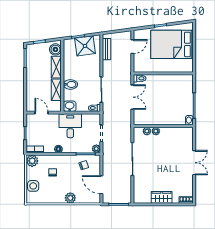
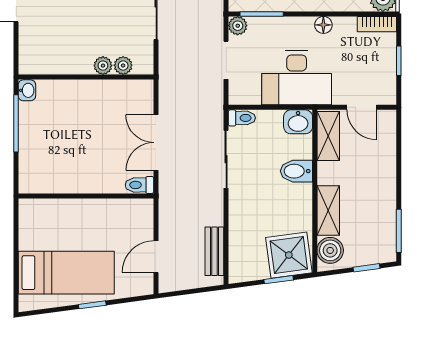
bed: (172, 44) -> (66, 273), width x0.67
shower: (85, 46) -> (289, 255), moved
shelving: (56, 90) -> (328, 136), moved
desk: (70, 126) -> (297, 78), width x1.37

